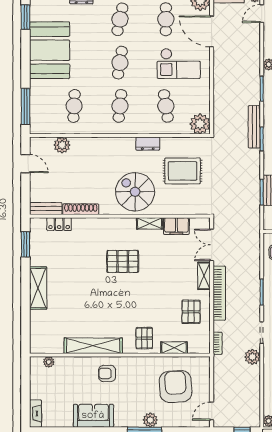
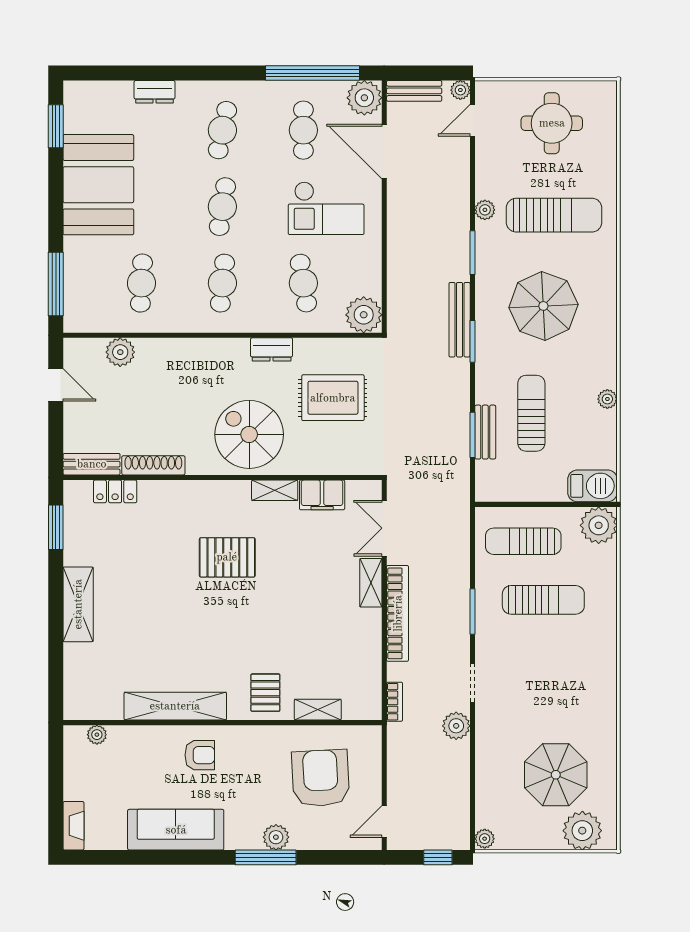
pallet: (191, 312) -> (348, 646), removed
armchair: (107, 373) -> (200, 755), turned 180
sofa: (93, 416) -> (176, 830), width x1.36

